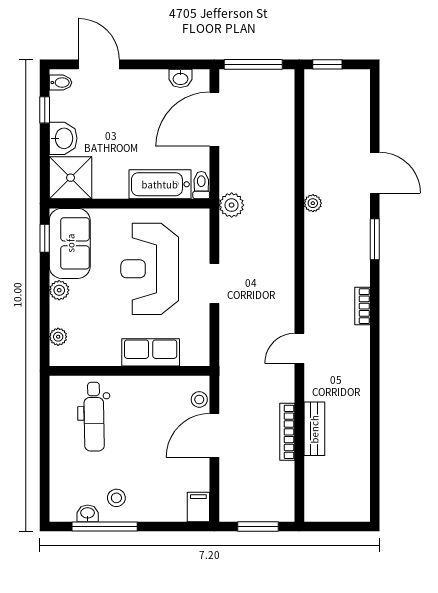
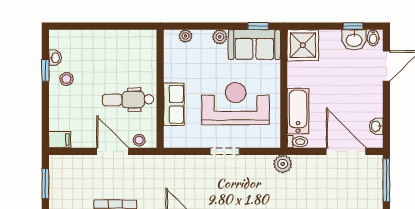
washbasin: (63, 138) -> (354, 40), moved
dental chair: (94, 417) -> (128, 100), moved
window: (105, 527) -> (45, 70), width x0.46

